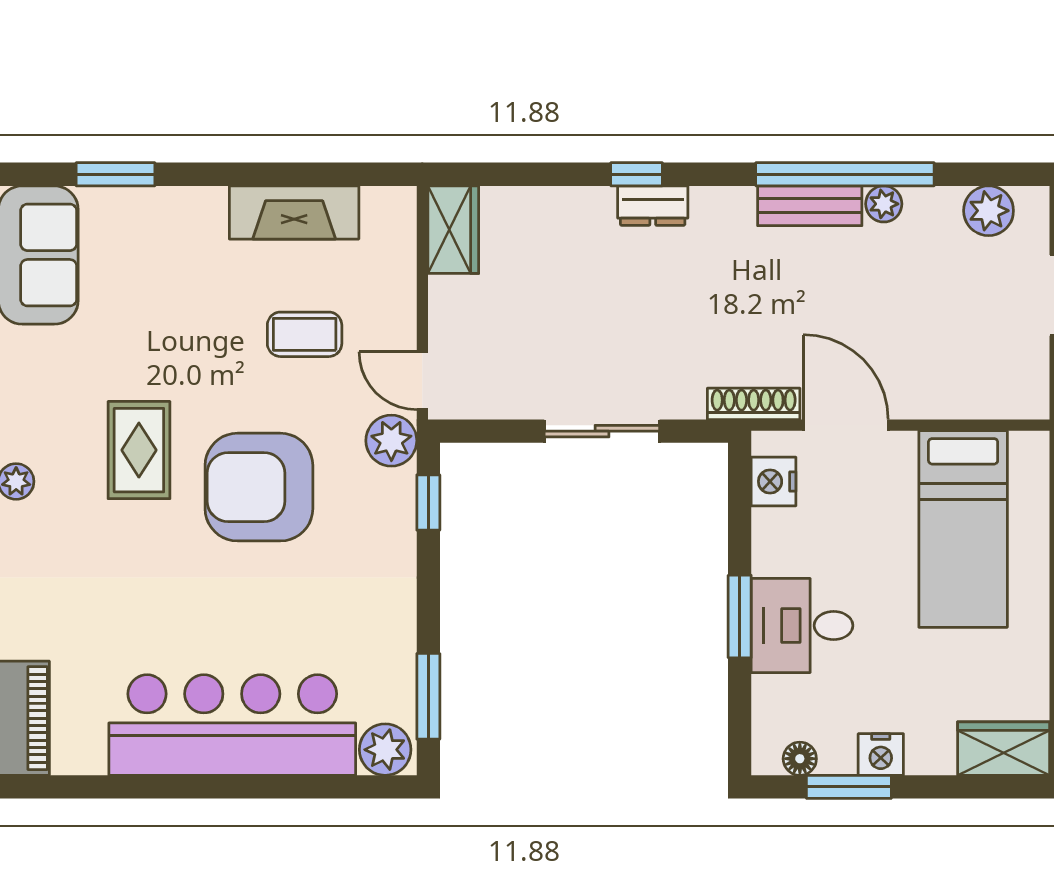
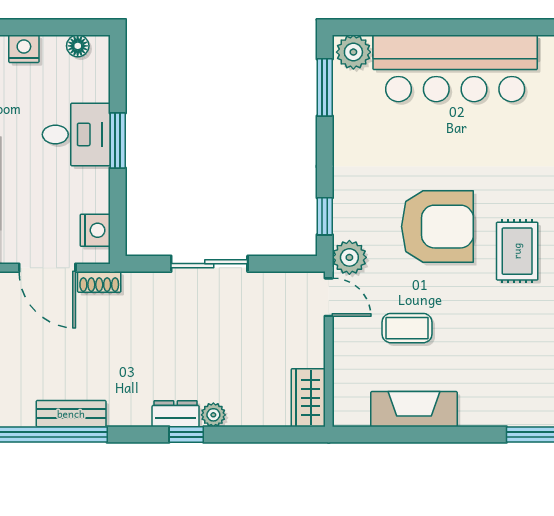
plant: (884, 204) -> (213, 415), moved
shoe rack: (754, 404) -> (99, 282), width x0.70
window: (849, 787) -> (45, 27), removed

